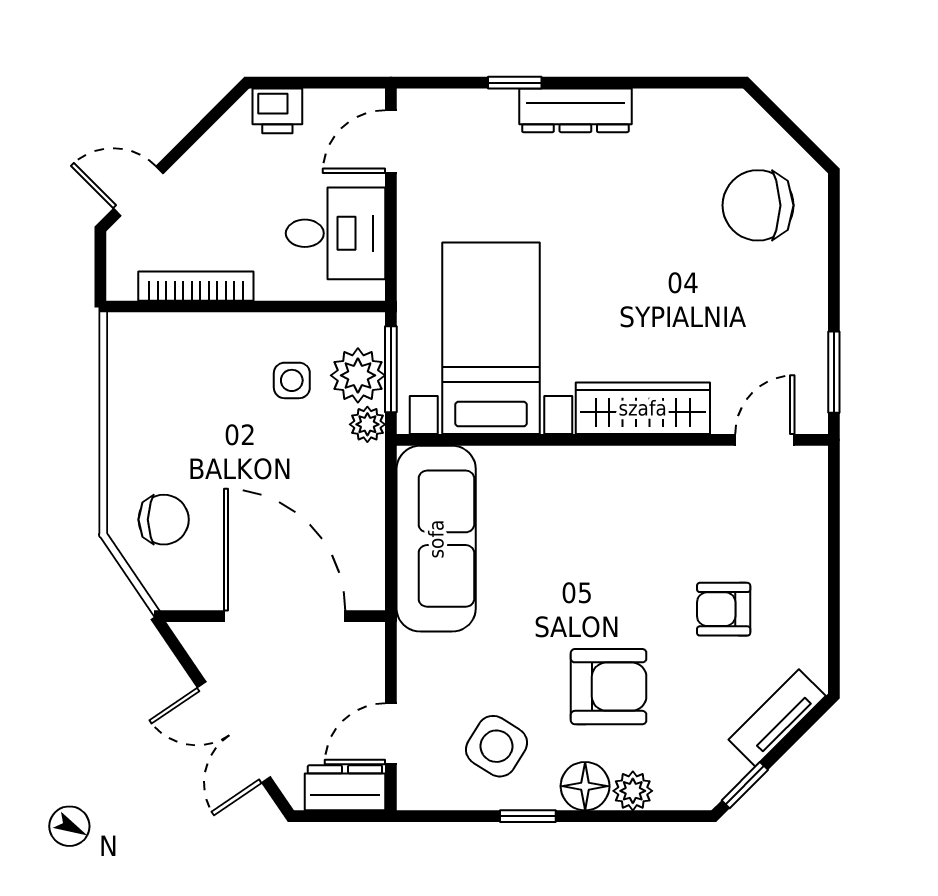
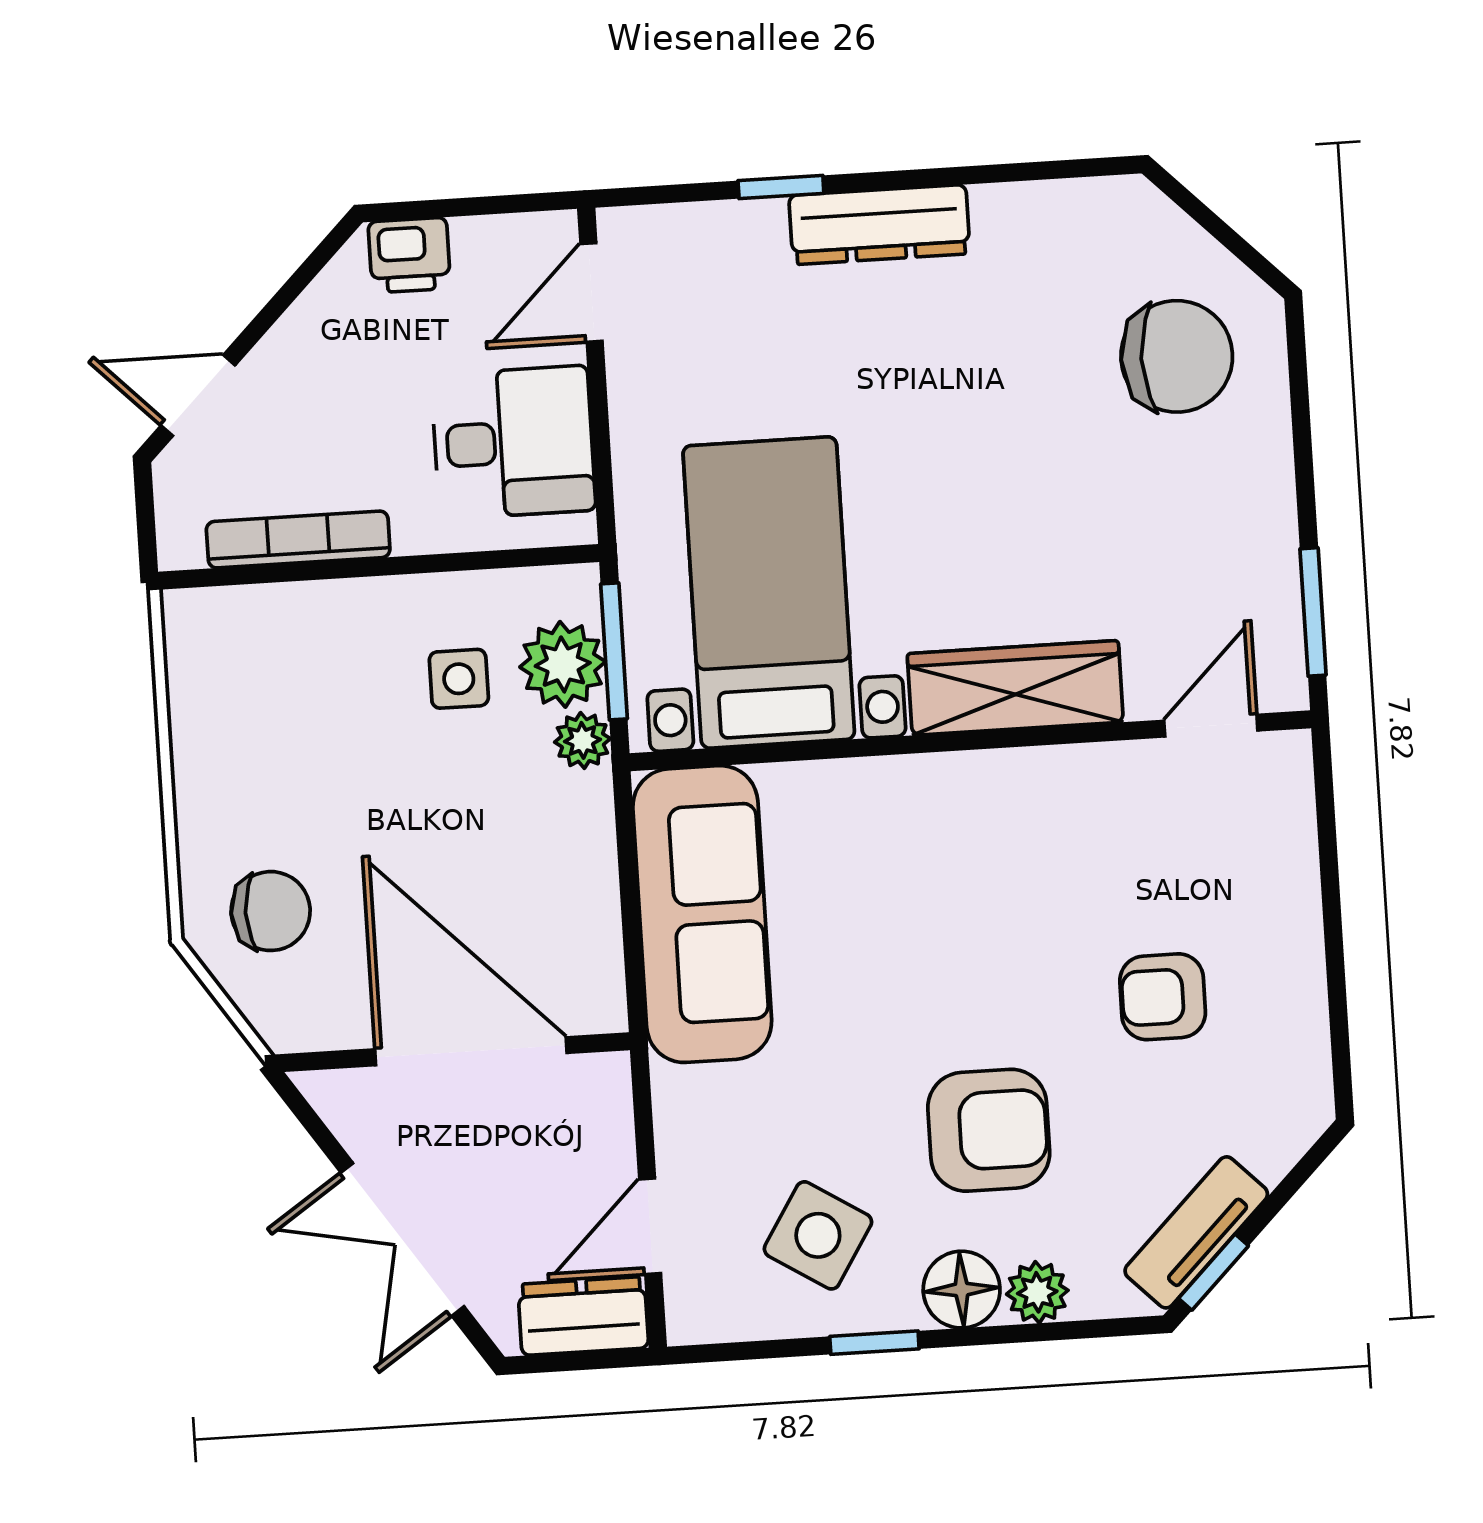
chair: (758, 205) -> (1177, 356), turned 180
tv unit: (777, 718) -> (1196, 1232), moved

